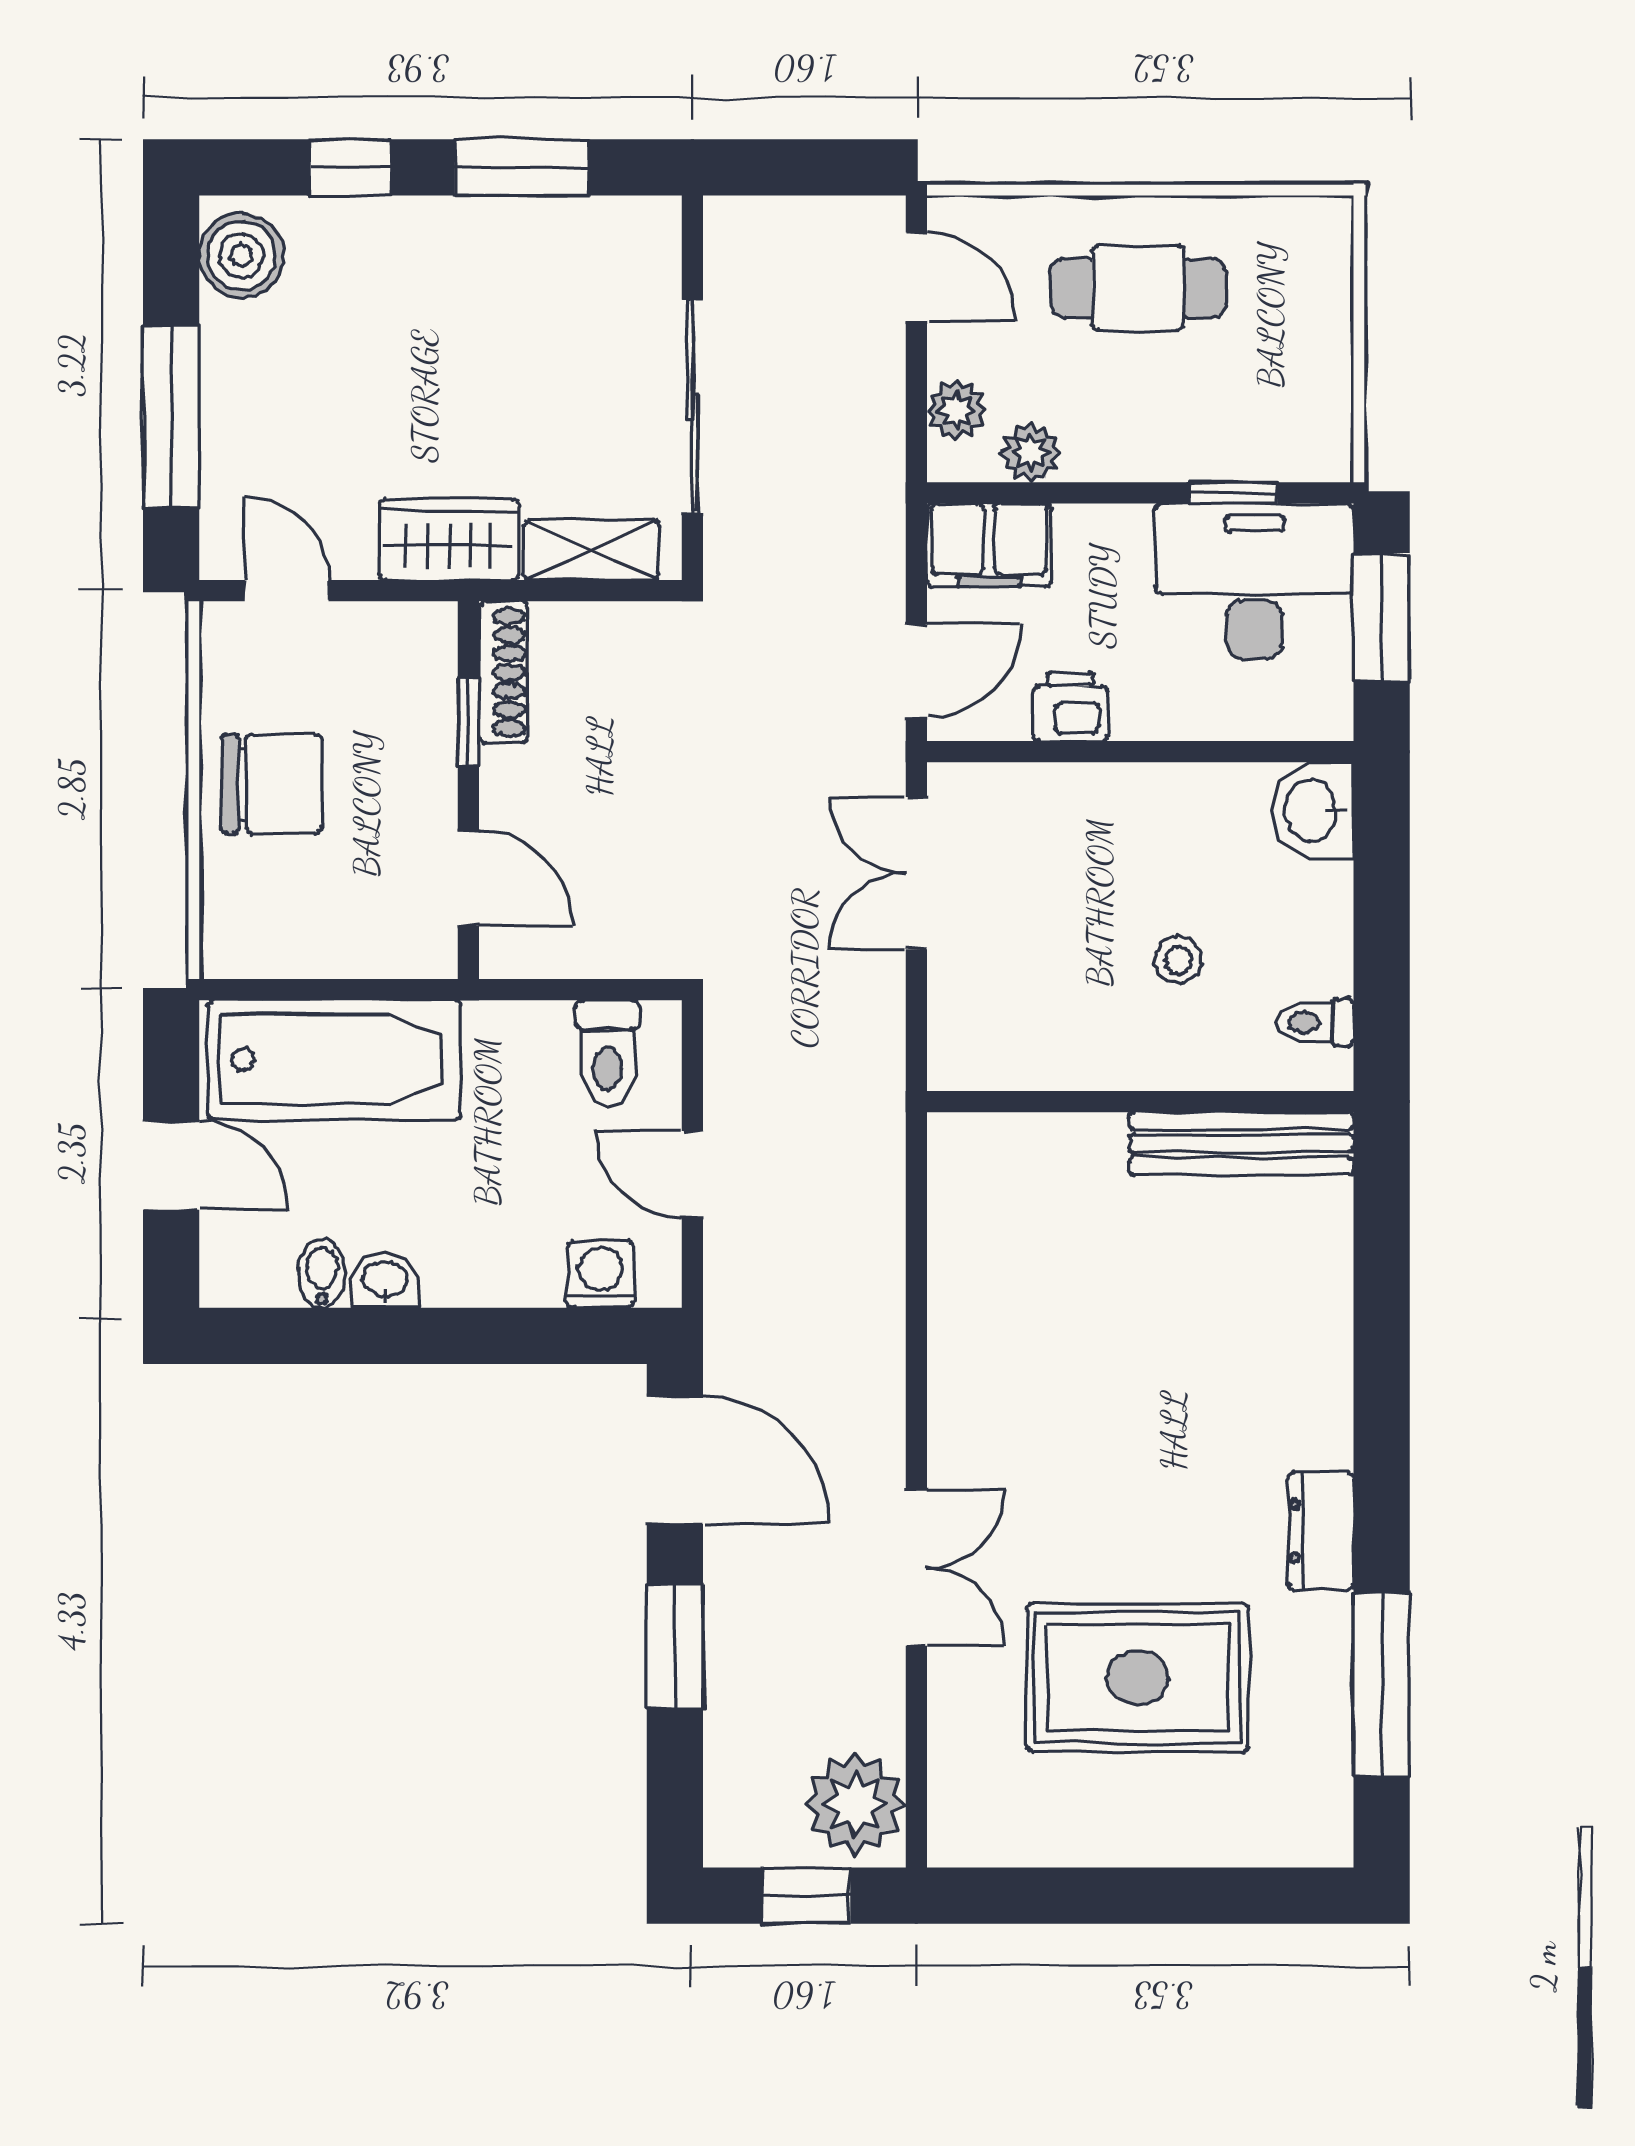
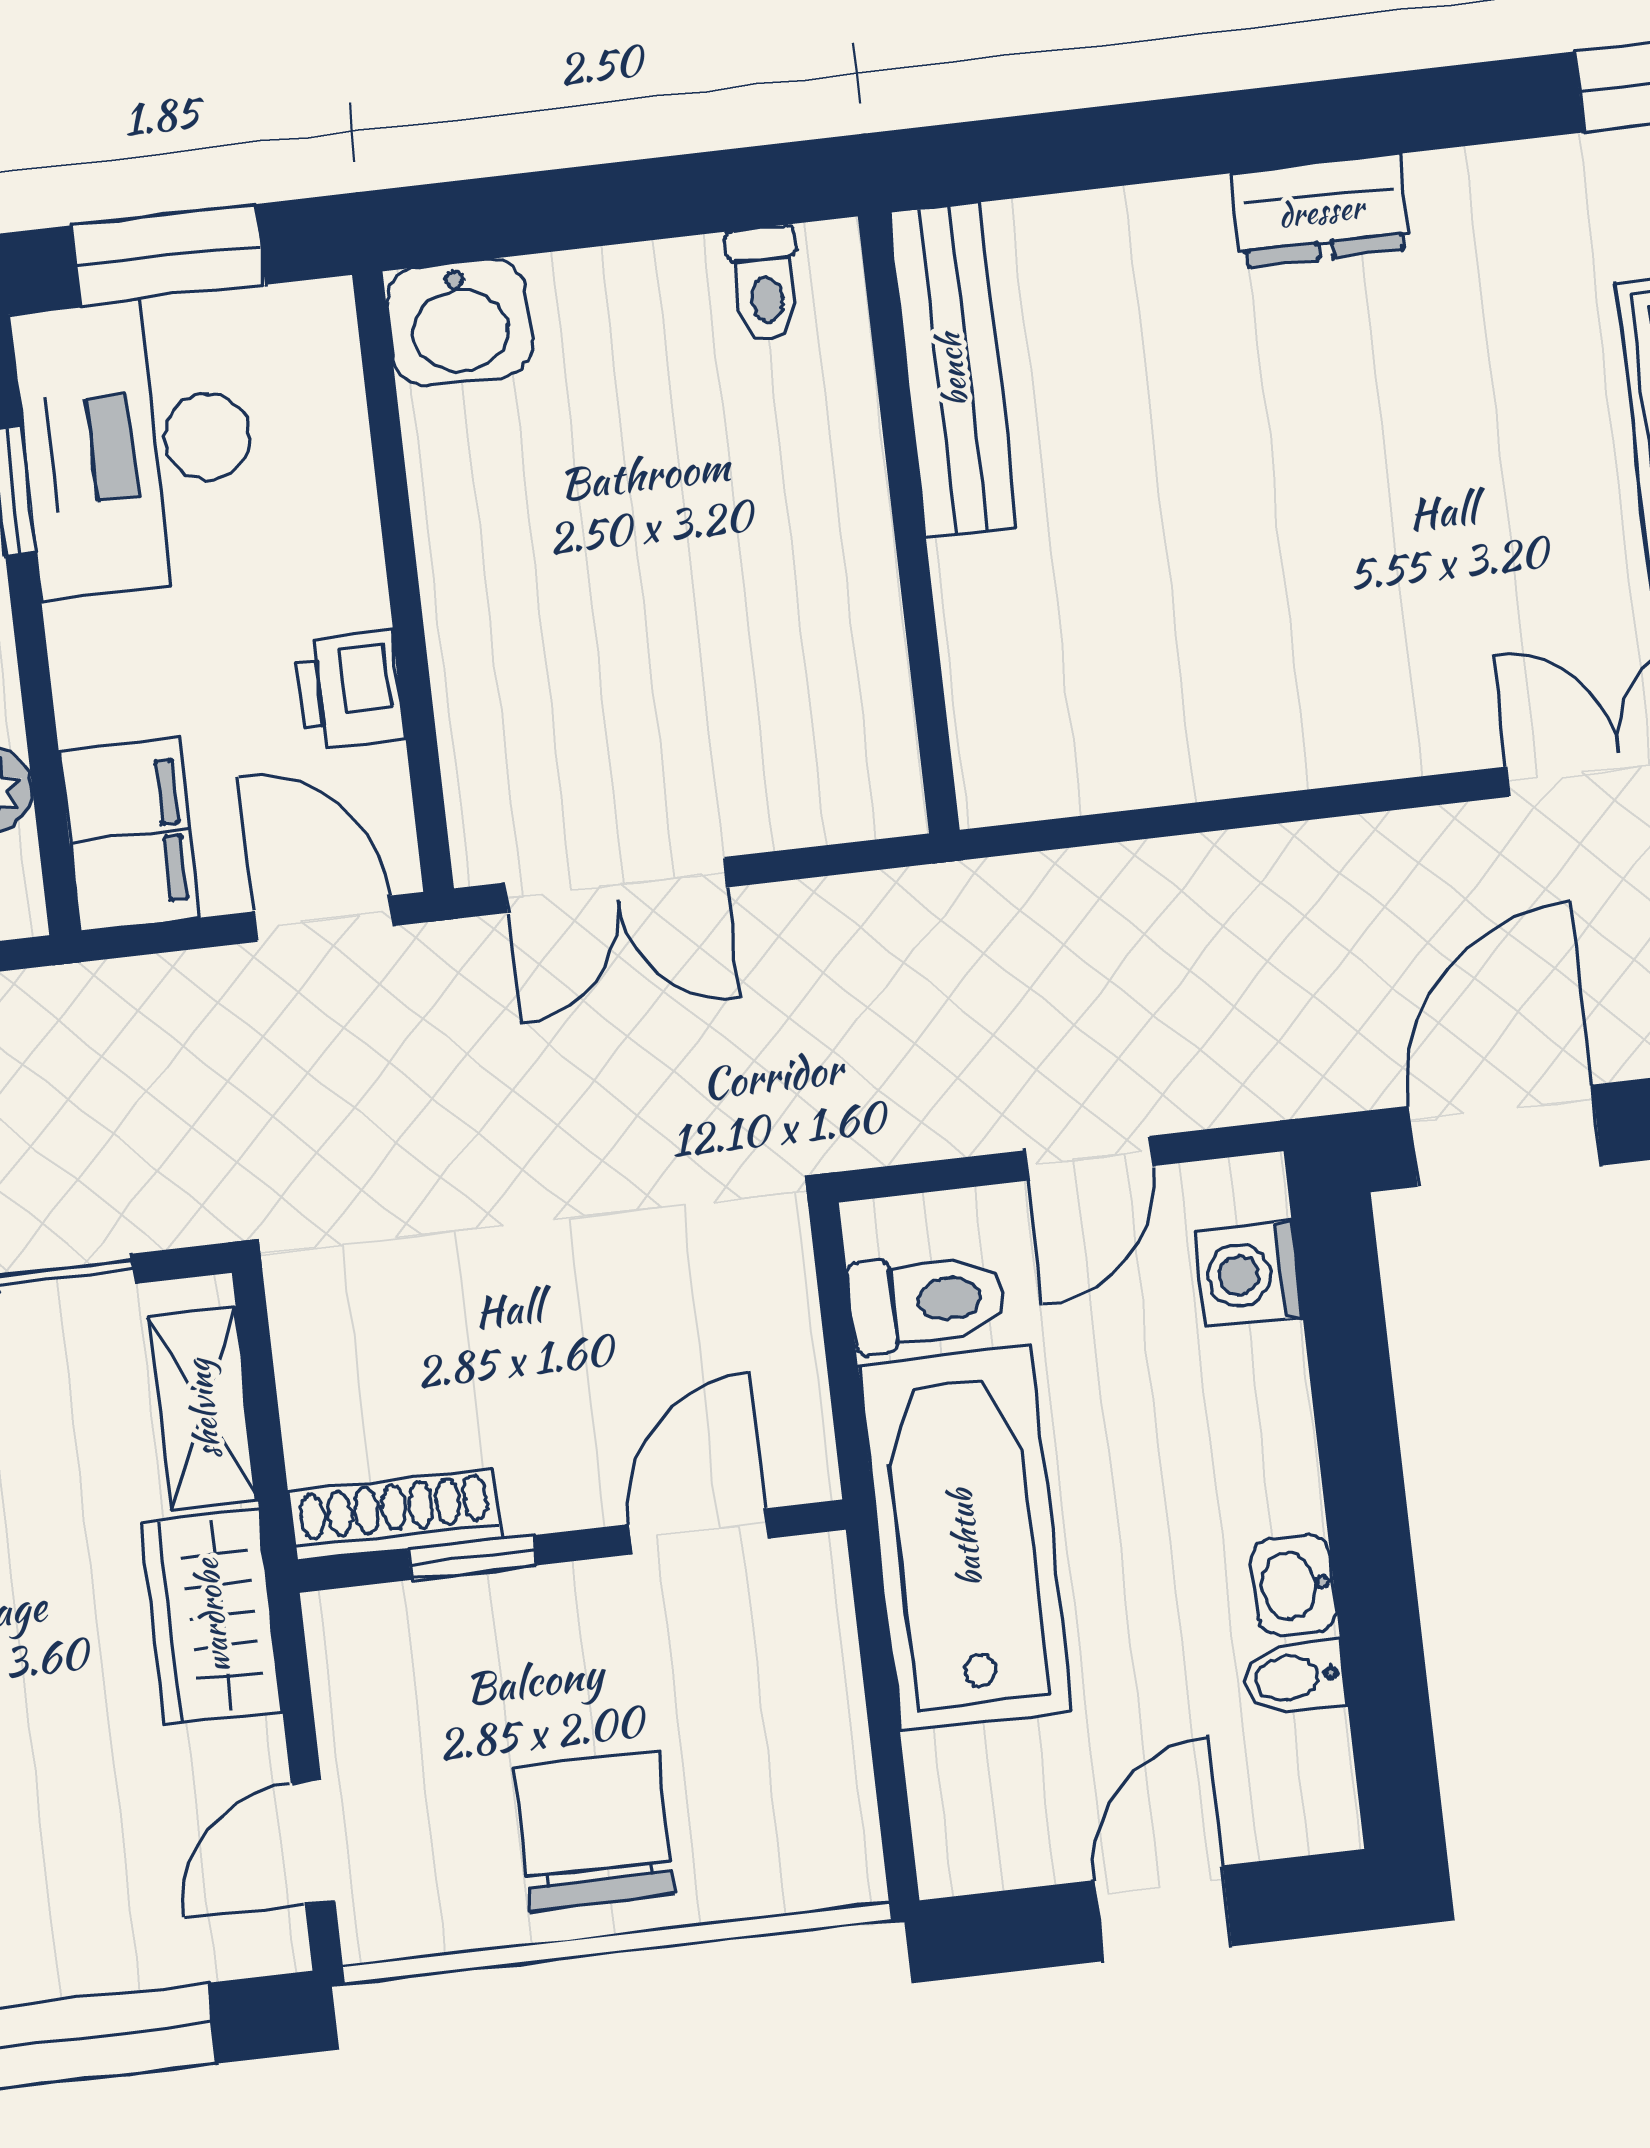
stool: (1179, 960) -> (698, 491), removed
bathtub: (334, 1060) -> (965, 1538), moved
dresser: (1321, 1531) -> (1321, 211), moved

